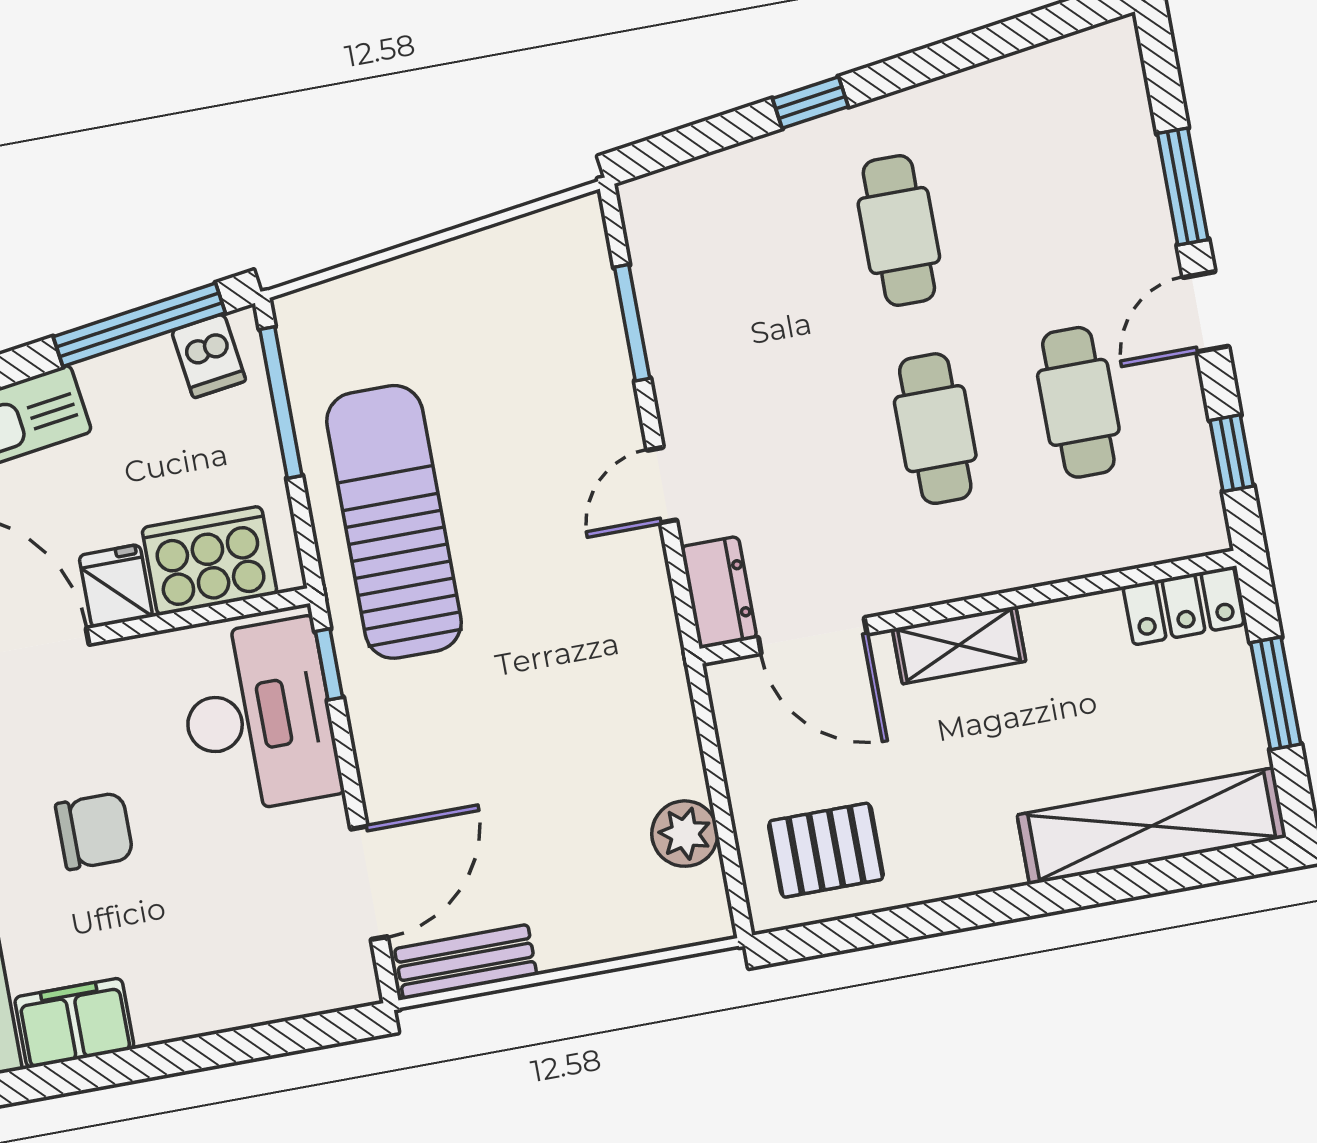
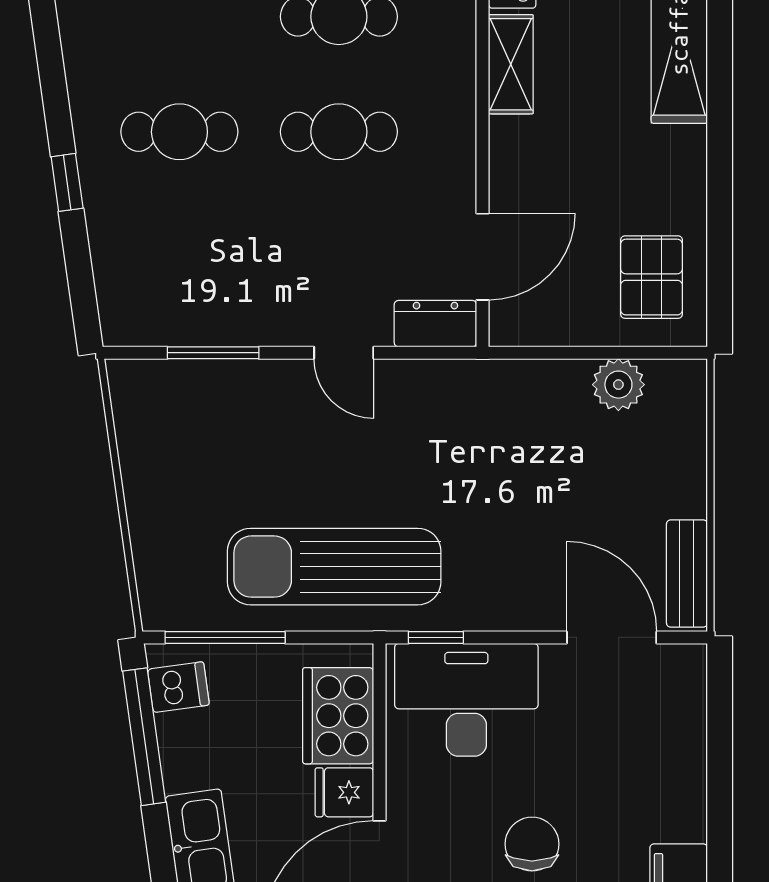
shelving: (959, 645) -> (511, 64), moved

